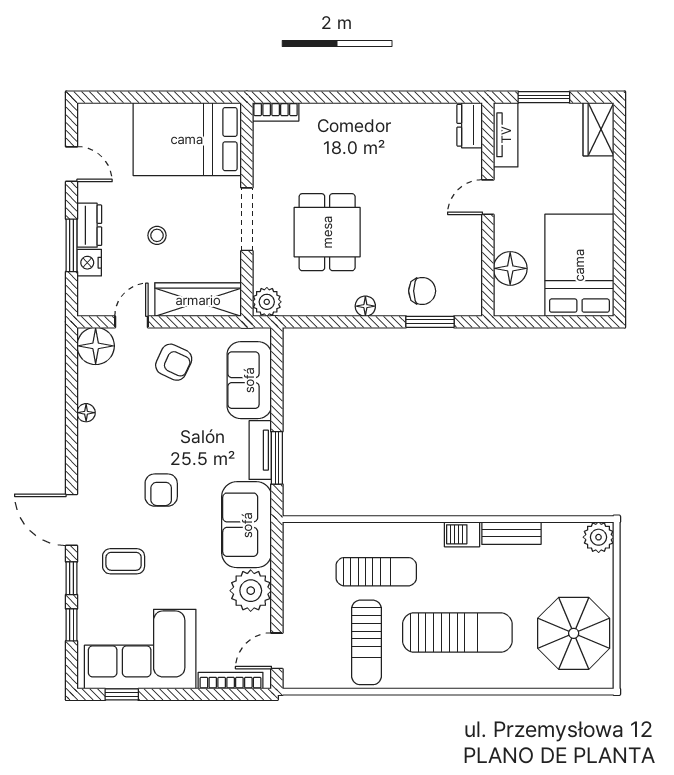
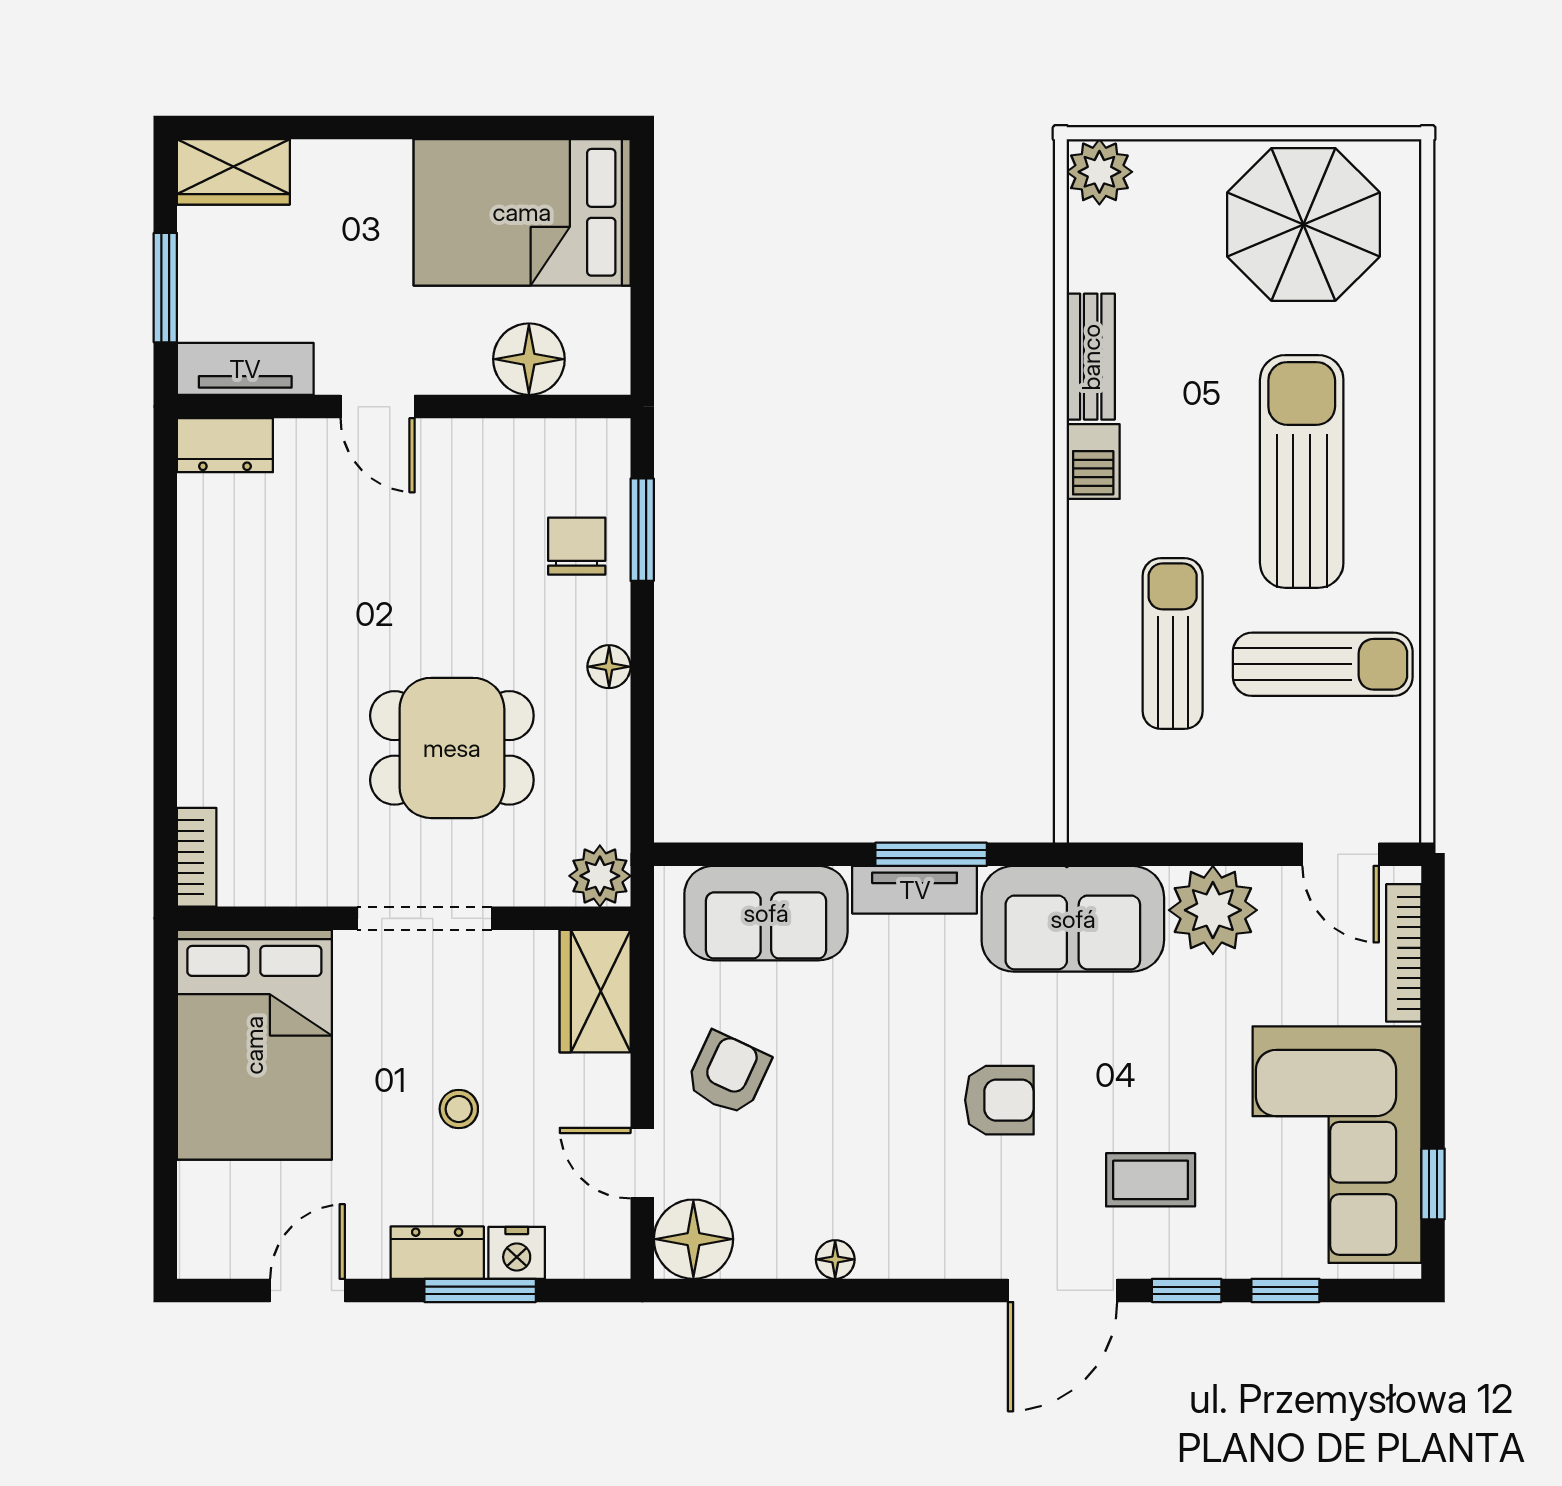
wardrobe: (198, 300) -> (595, 991), width x0.67
coffee table: (124, 561) -> (1151, 1180), turned 90

